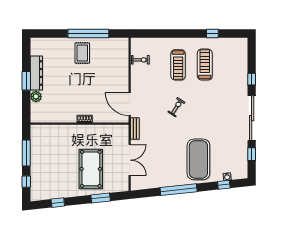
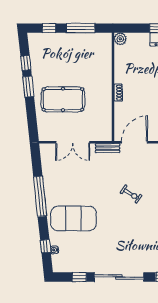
plant: (36, 96) -> (120, 39), moved
window: (101, 198) -> (28, 87), moved

